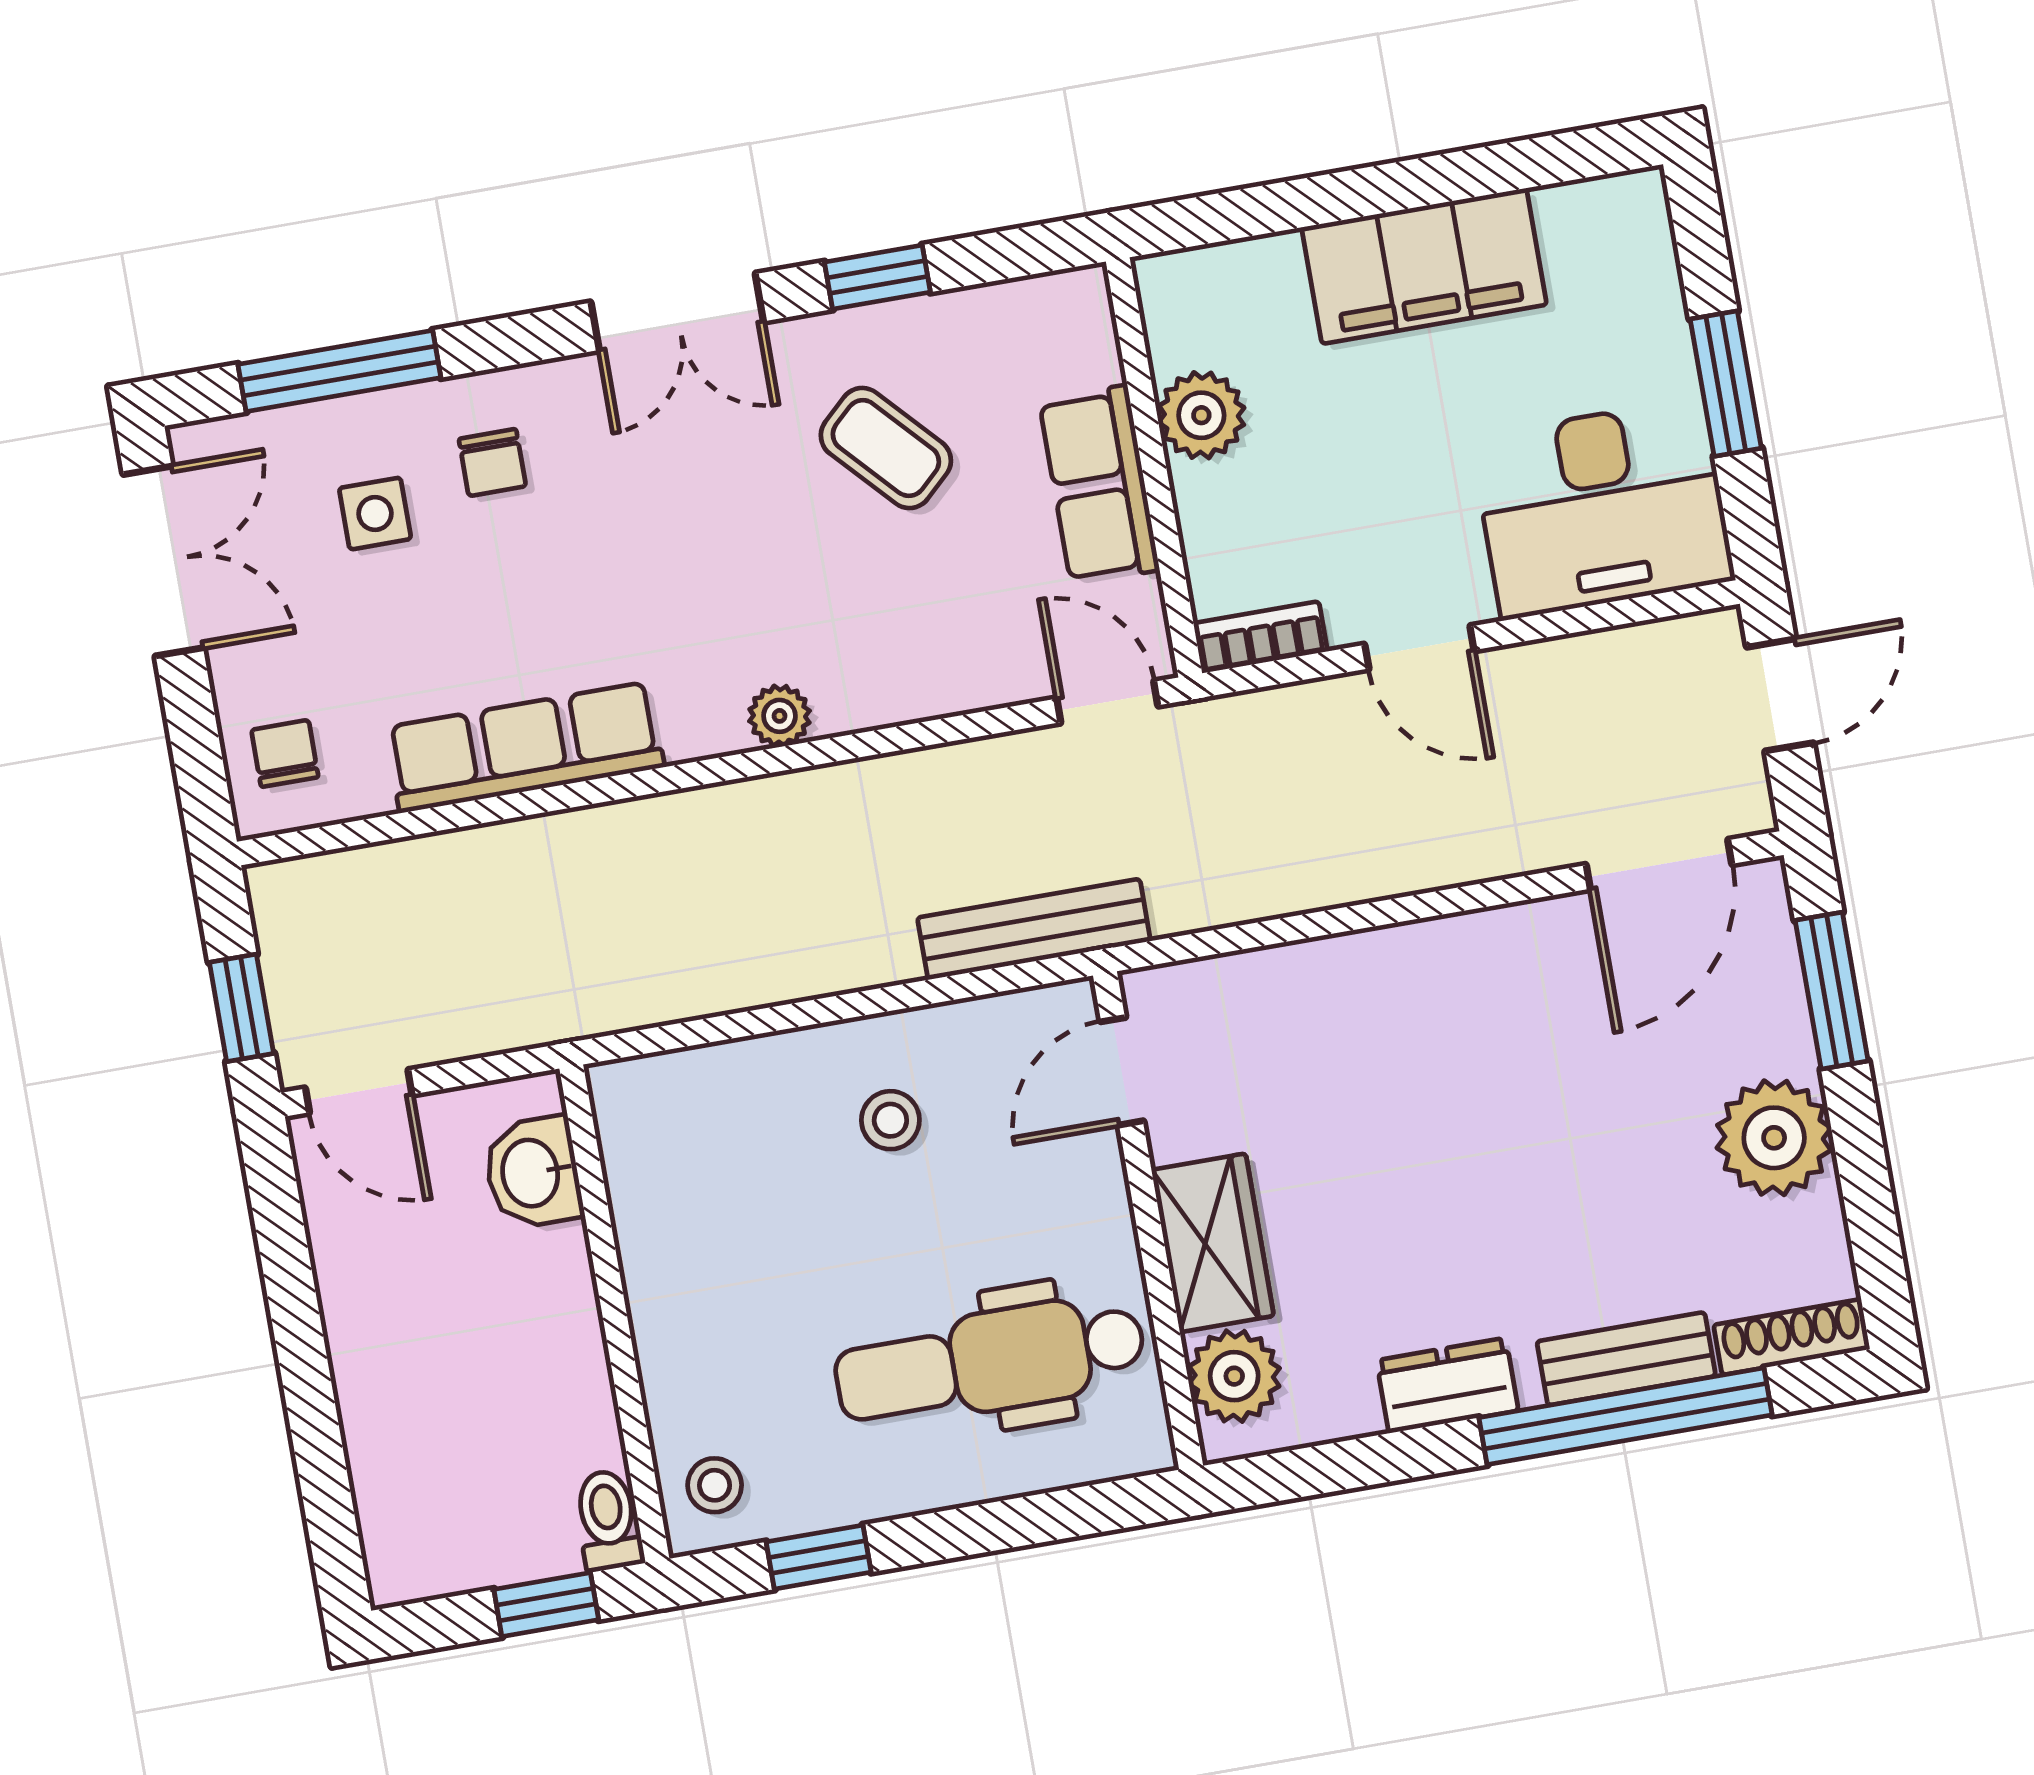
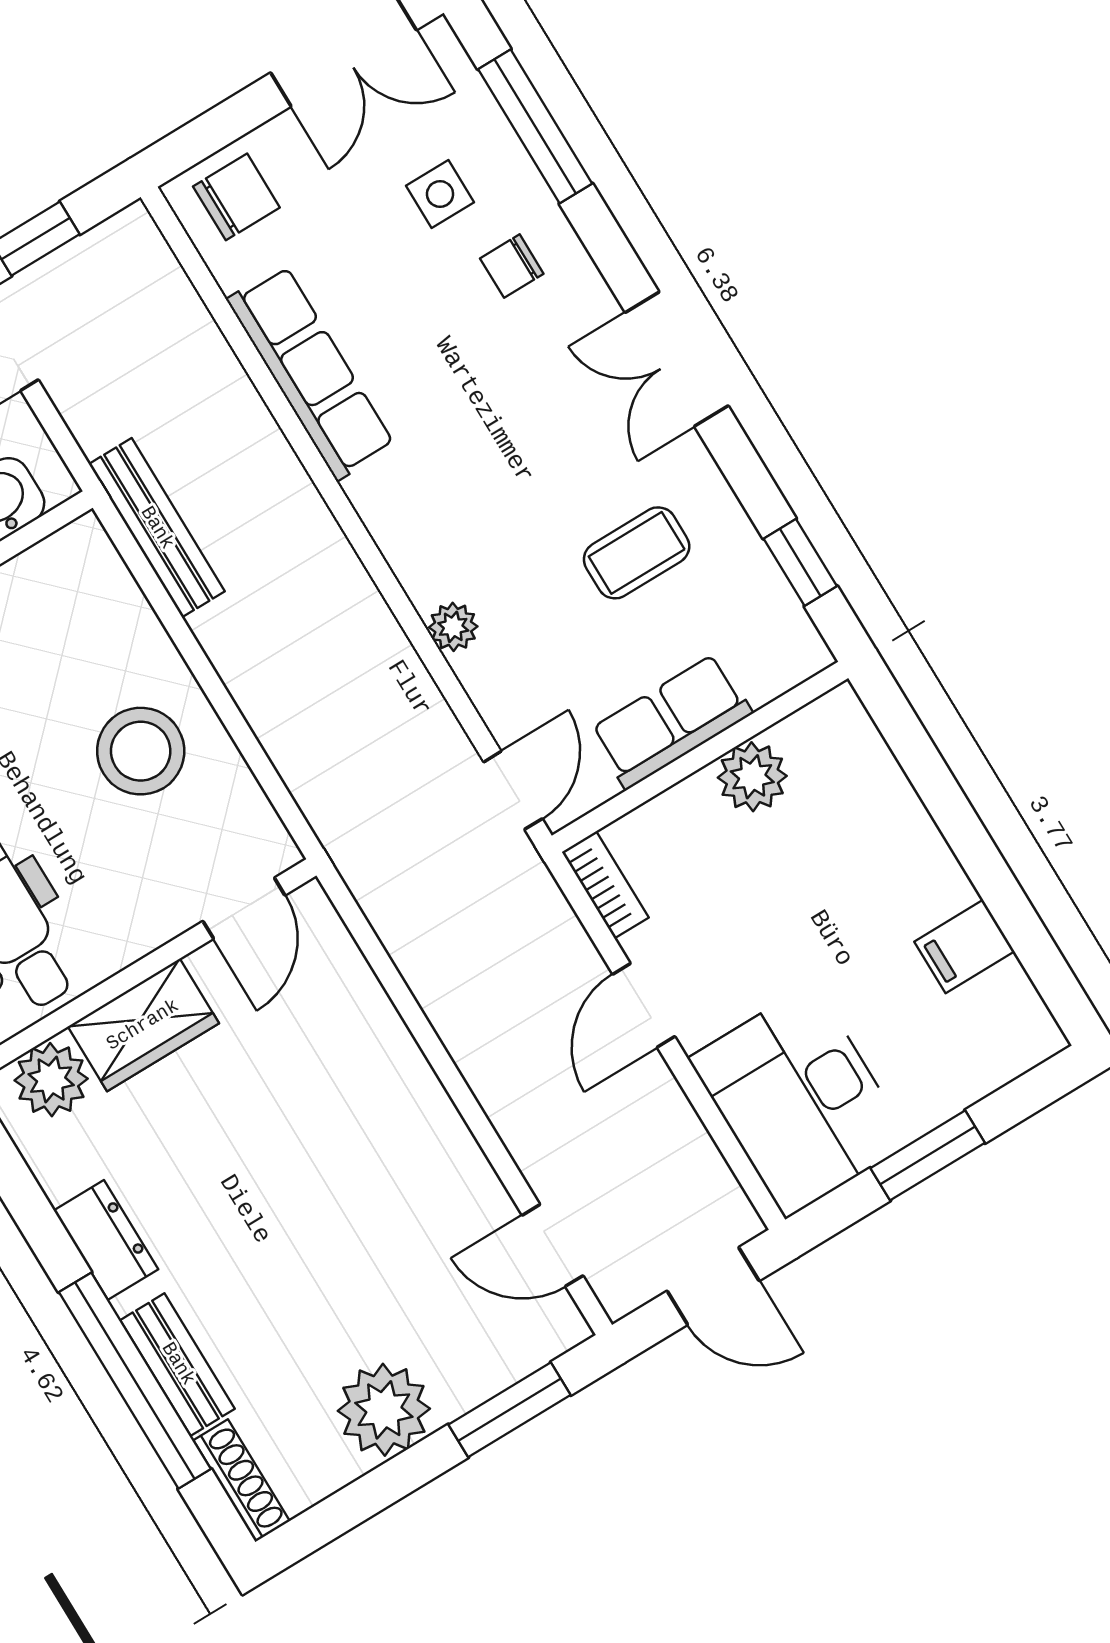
filing cabinet: (1424, 266) -> (964, 946), width x0.33, depth x0.86
window: (877, 277) -> (800, 562), moved
coffee table: (886, 448) -> (637, 553), turned 43
plant: (779, 716) -> (453, 627), moved
chair: (285, 753) -> (236, 197), width x1.37, depth x1.37
door: (1659, 864) -> (553, 1245), width x0.73
bench: (1034, 929) -> (157, 528), moved
door: (1122, 1071) -> (244, 908), swing flipped
stool: (890, 1120) -> (141, 751), width x1.89, depth x1.89

